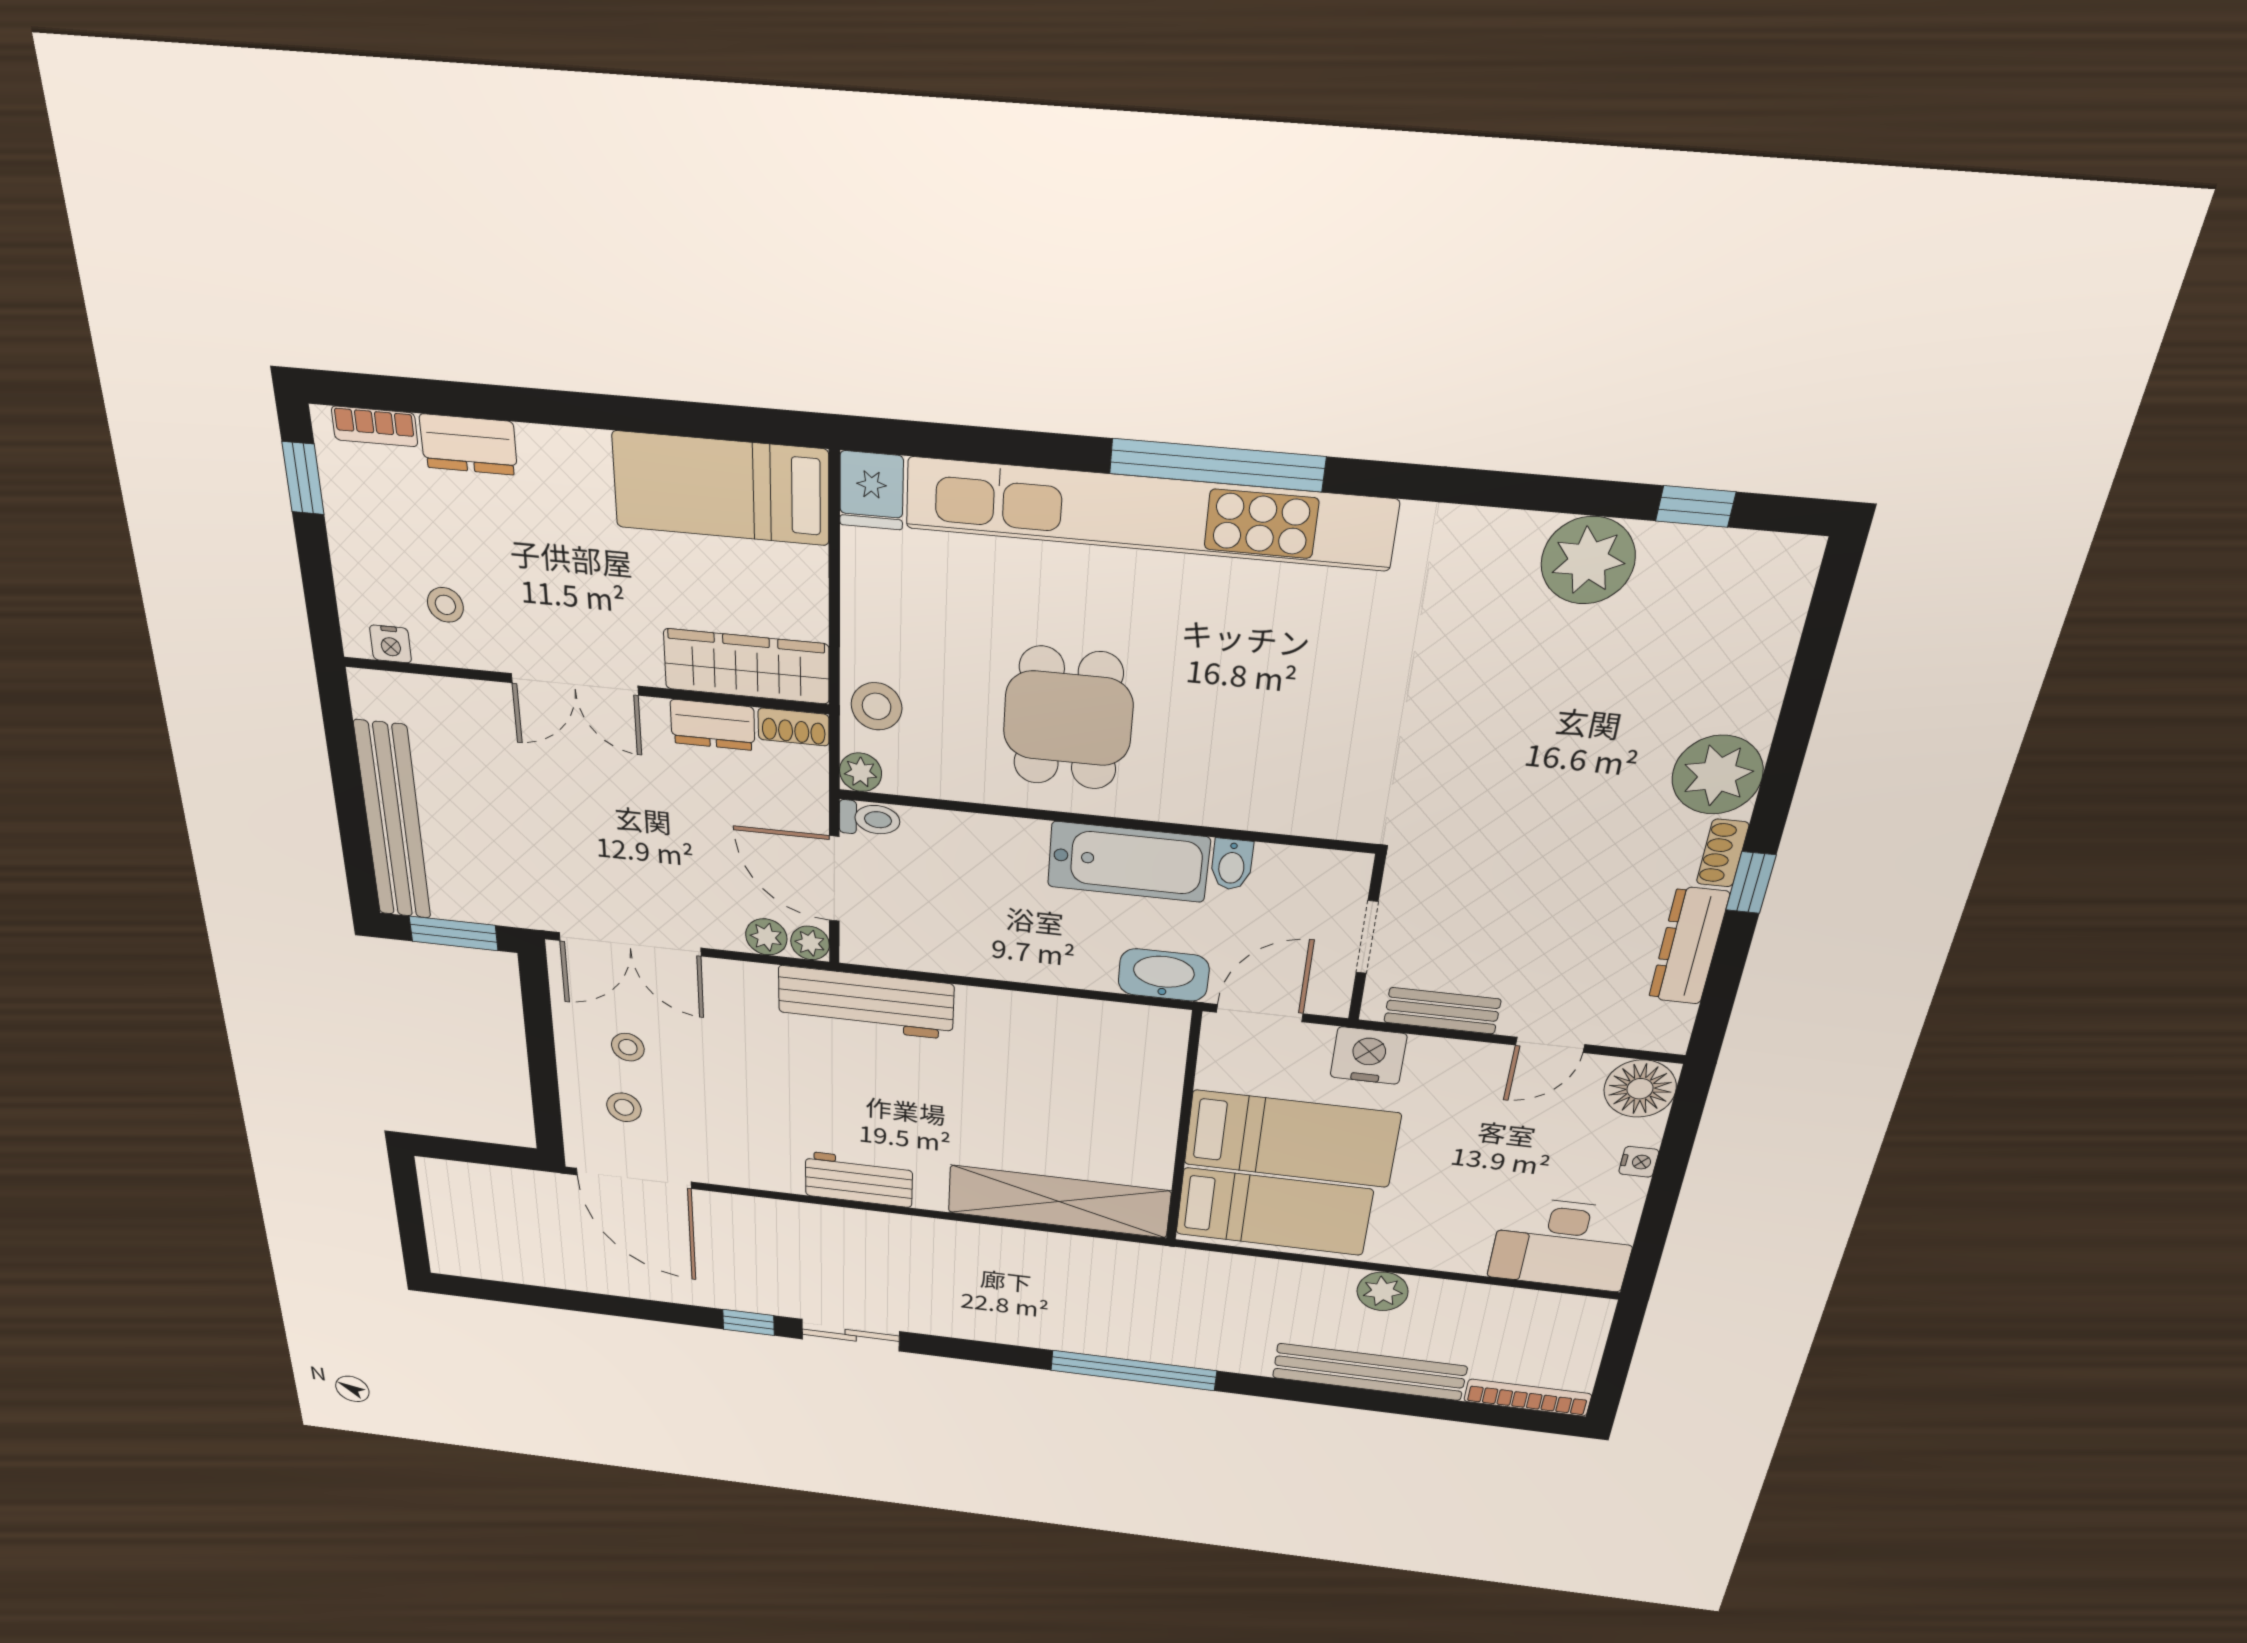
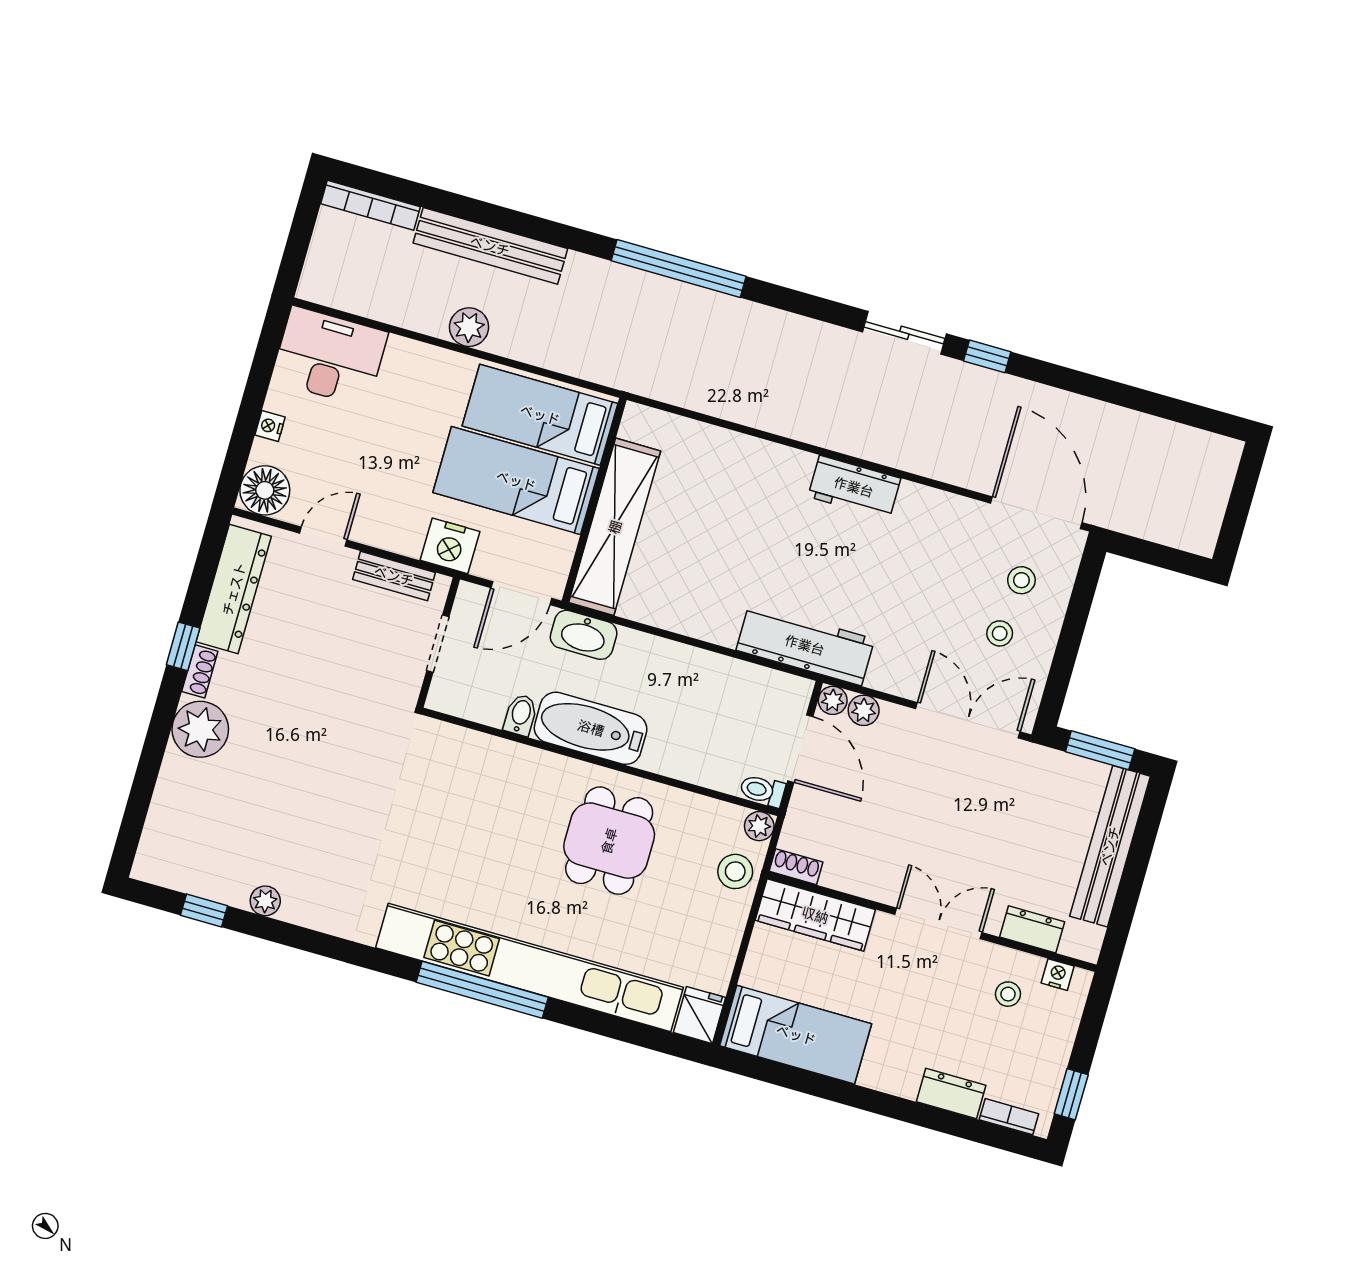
plant: (1588, 560) -> (265, 901), width x0.53, depth x0.53
dresser: (713, 725) -> (1032, 929), moved
dresser: (1689, 946) -> (234, 589), width x1.37, depth x1.24
shelving: (1059, 1202) -> (615, 527), moved, turned 90

